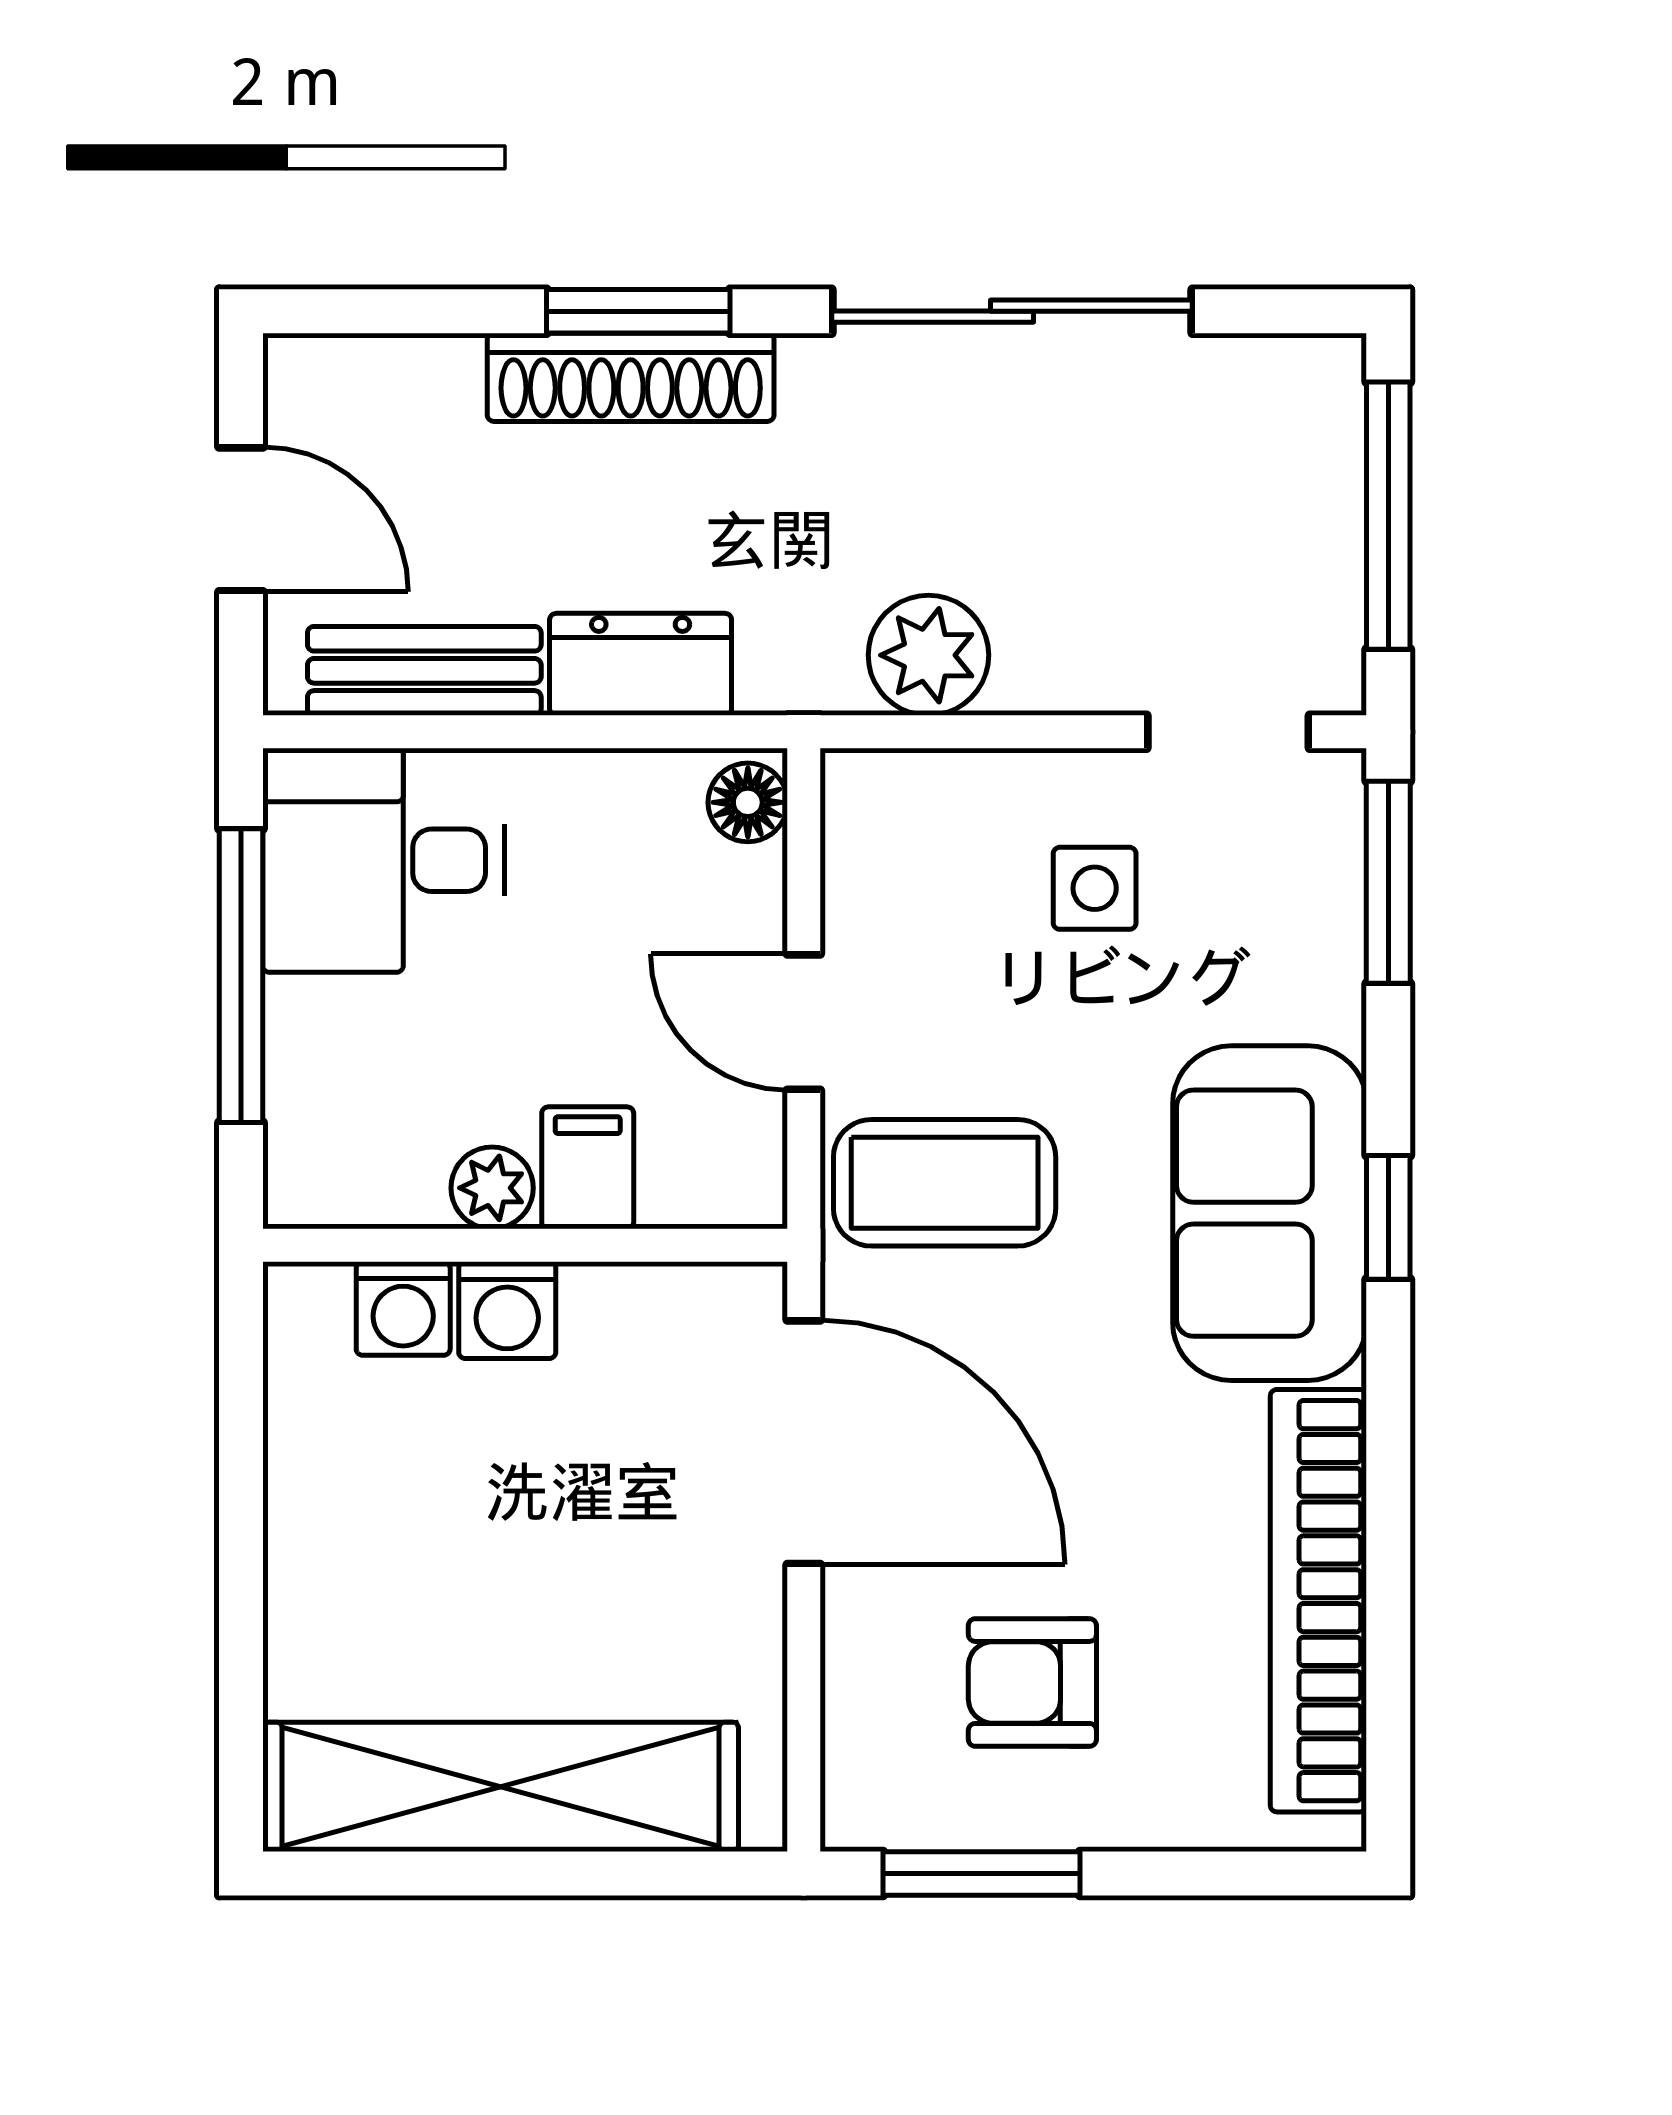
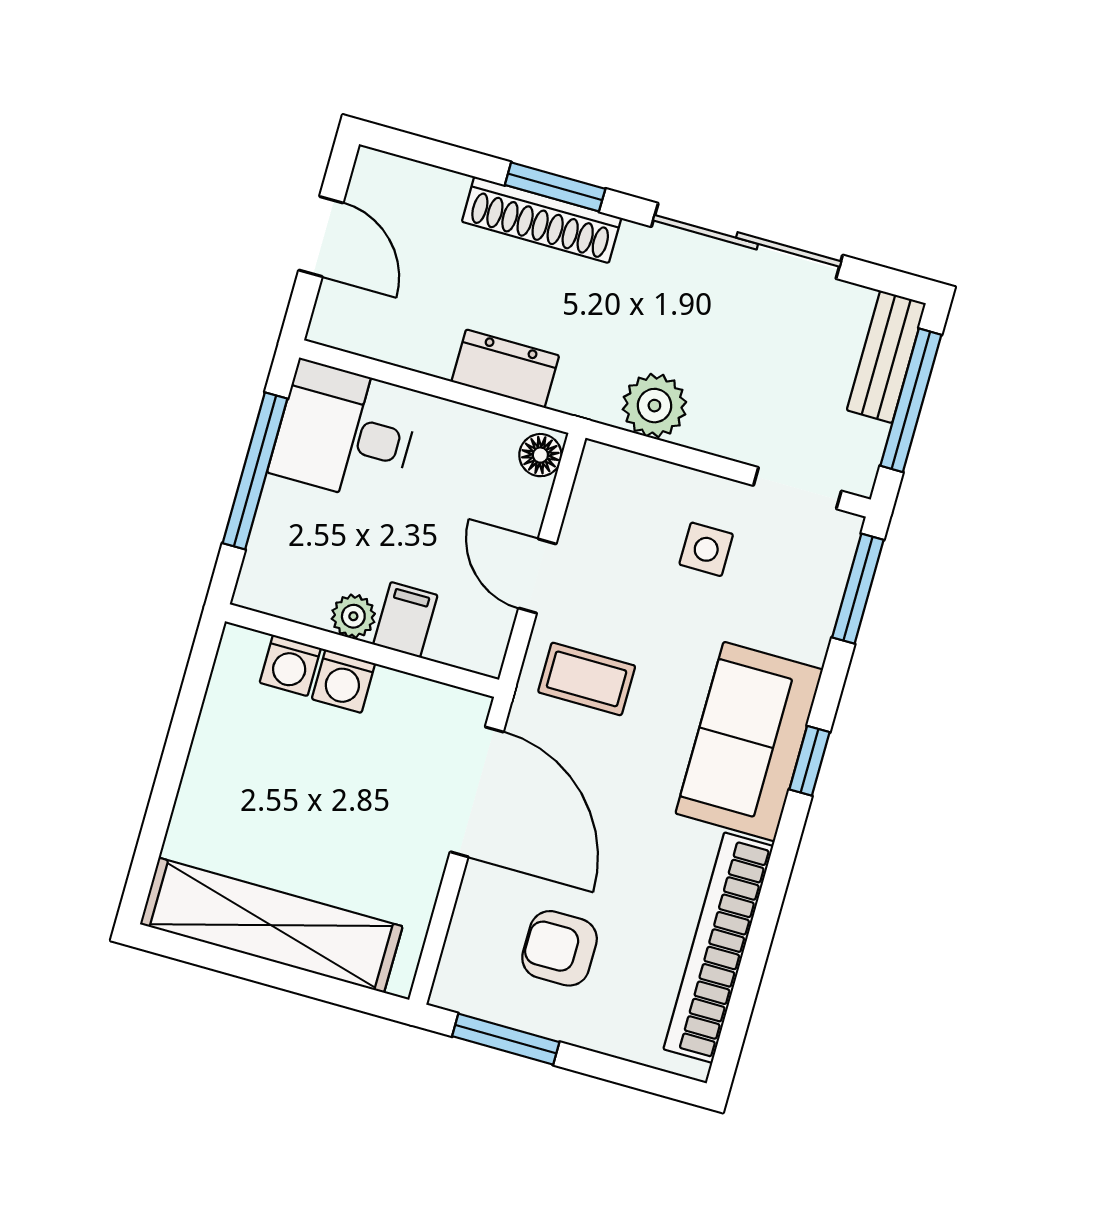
bench: (424, 671) -> (886, 357), moved, turned 90
coffee table: (945, 1183) -> (587, 679), width x0.73, depth x0.77

